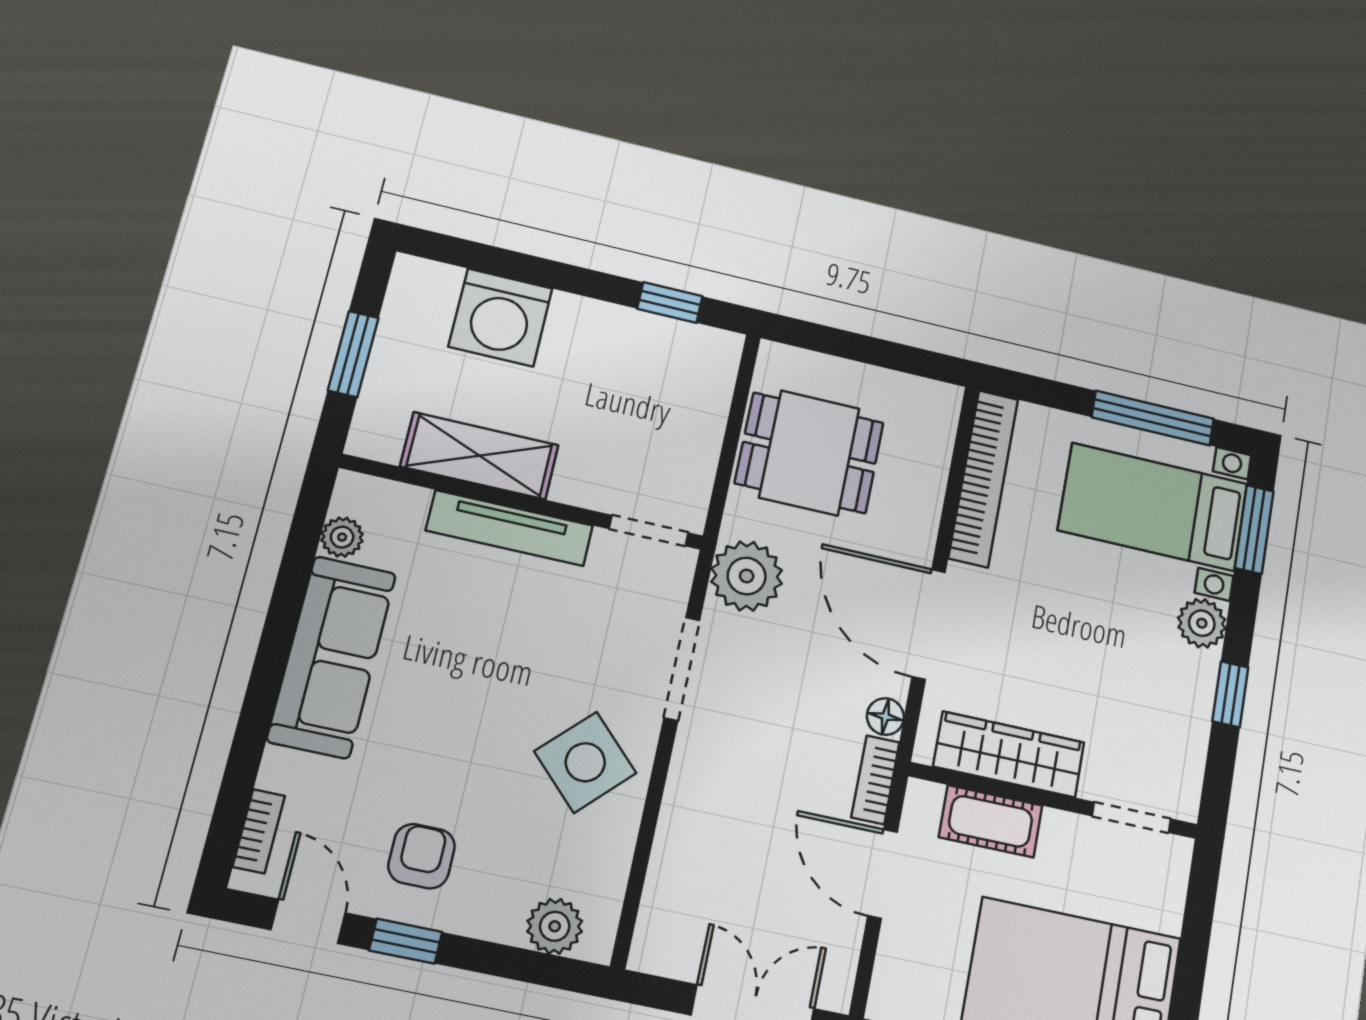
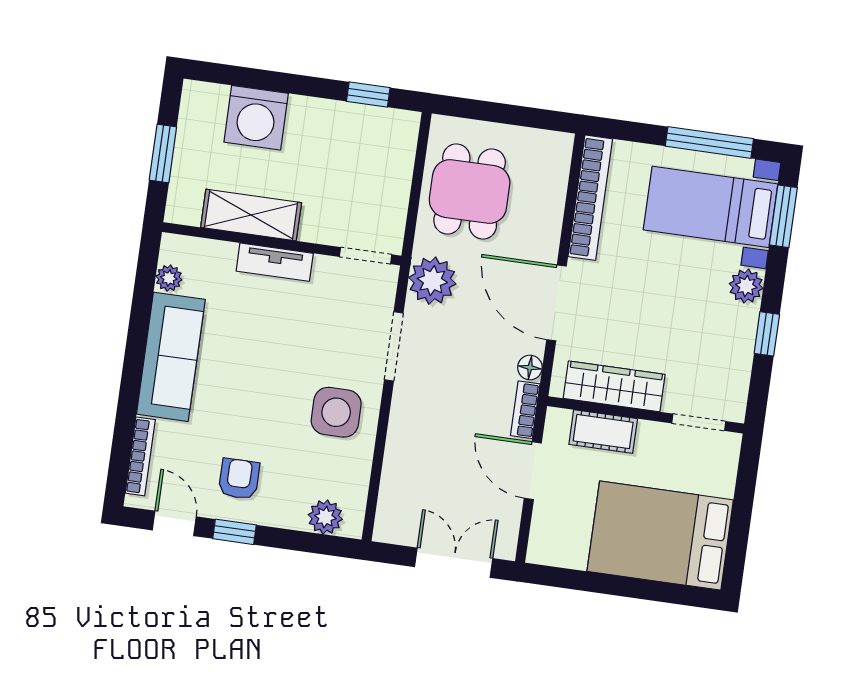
dining table: (809, 453) -> (470, 191), turned 90
tv unit: (509, 528) -> (275, 262), width x0.71
side table: (585, 762) -> (336, 412), turned 45
bookcase: (259, 831) -> (140, 456), width x1.56

